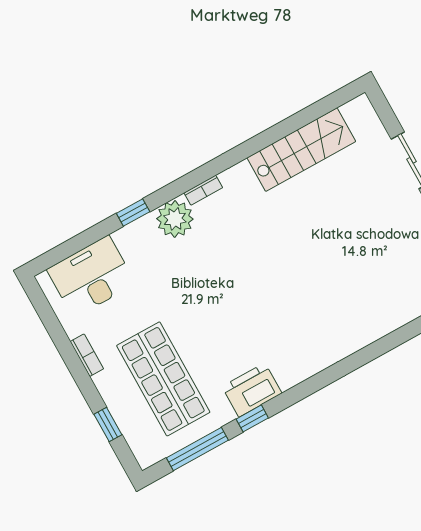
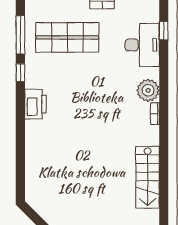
window: (133, 213) -> (164, 31), moved
desk: (91, 277) -> (142, 45), moved
printer: (252, 390) -> (35, 104), moved

